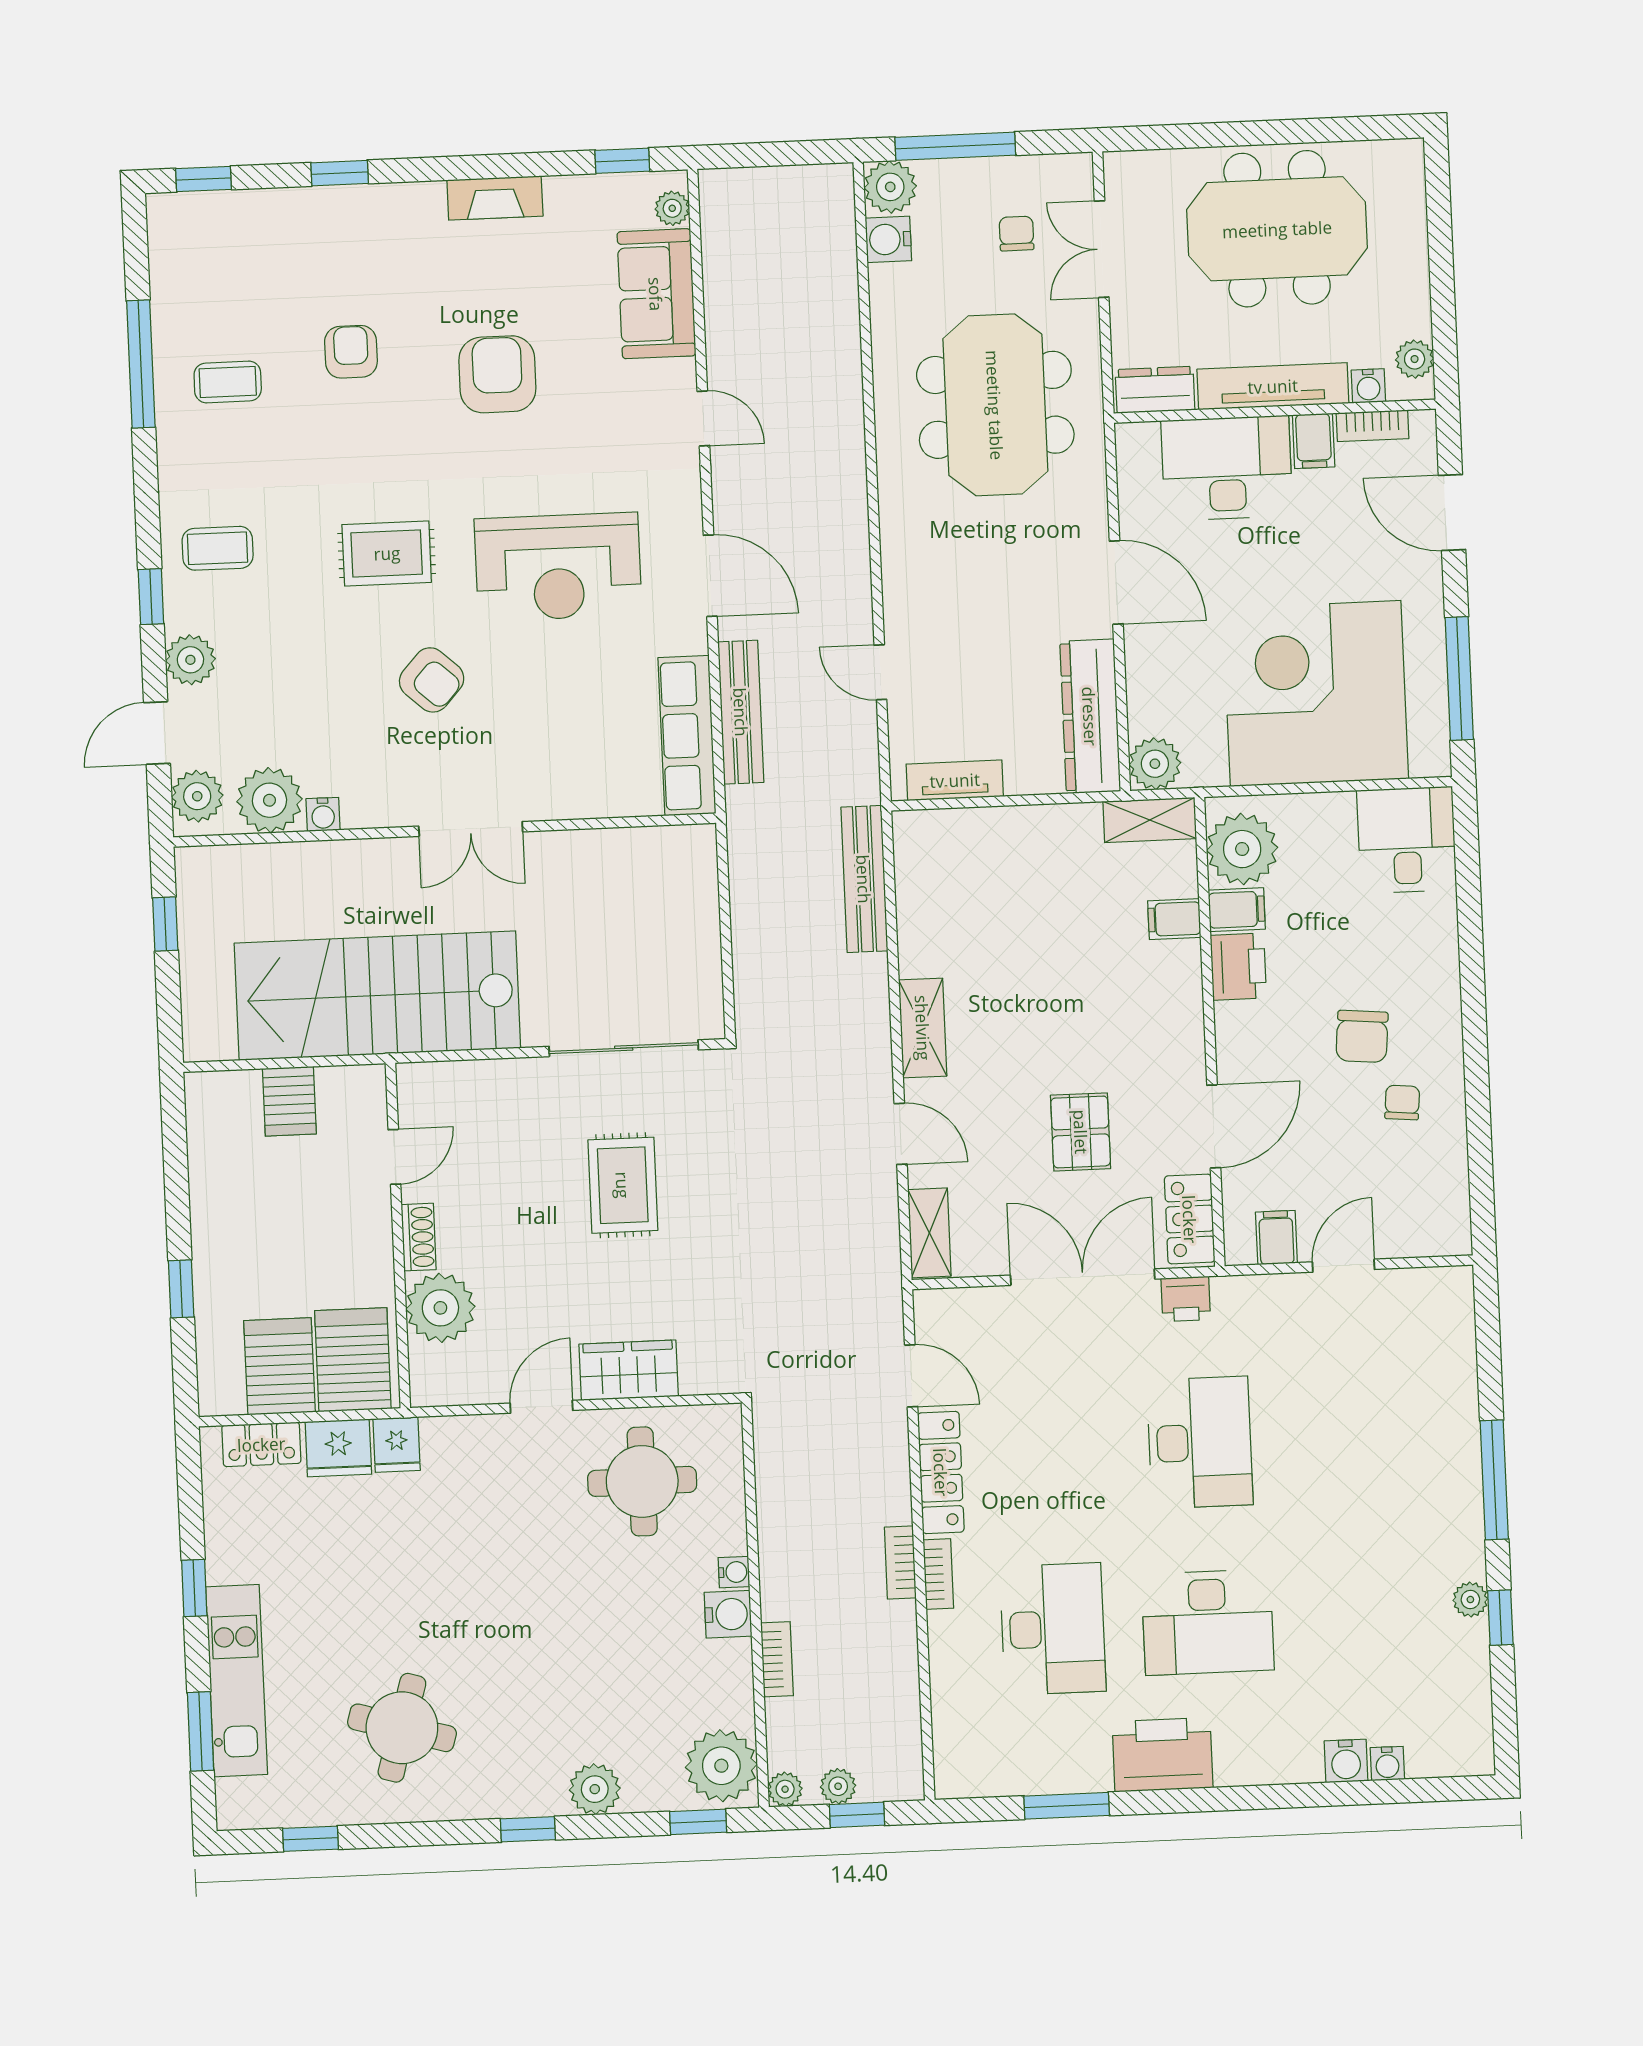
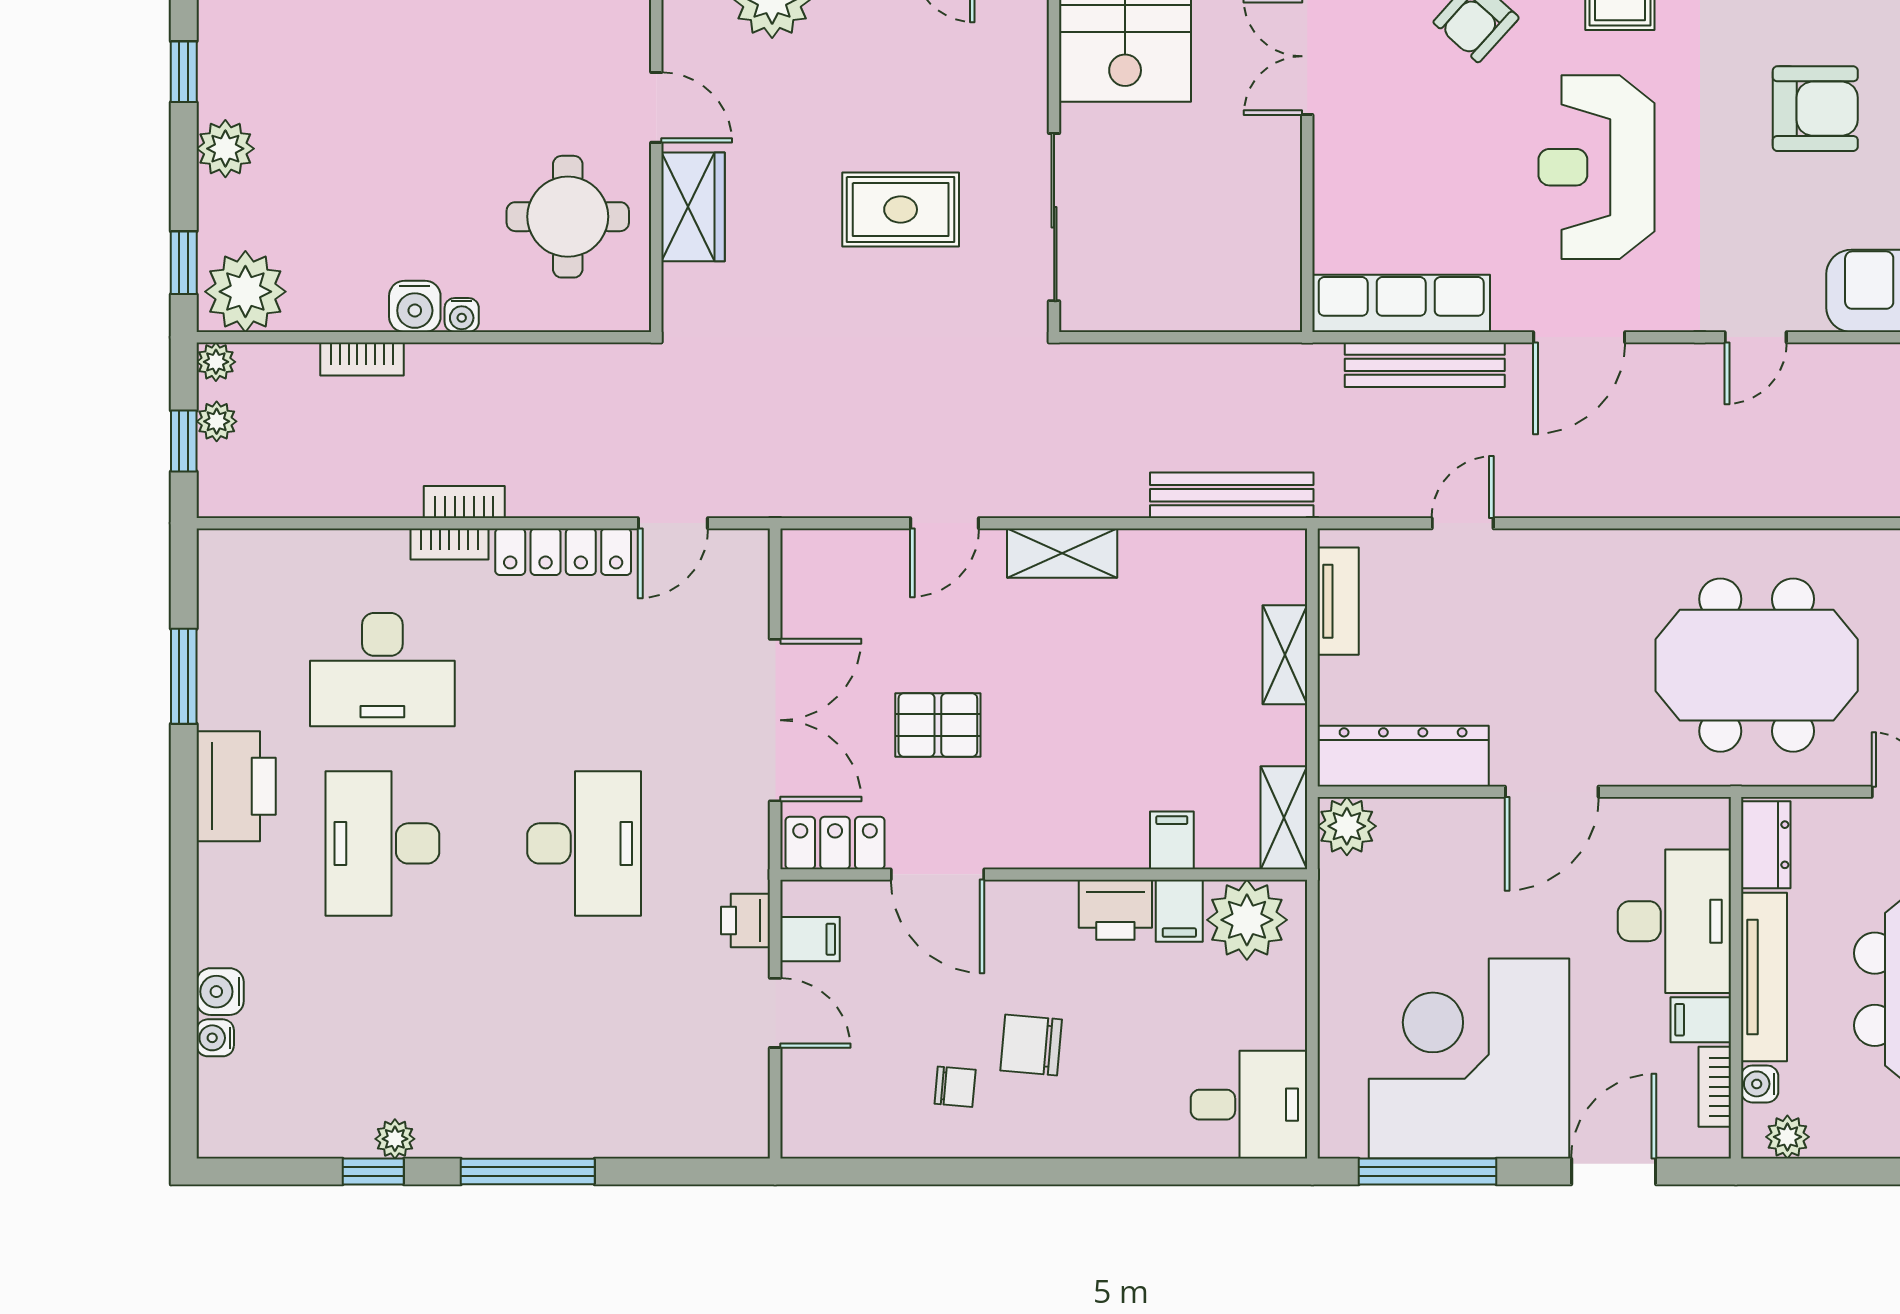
corner desk: (1316, 693) -> (1469, 1058), moved, turned -90
shelving: (929, 1233) -> (1285, 655), moved, turned 90
printer: (1186, 1299) -> (746, 921), moved
desk: (1200, 1442) -> (584, 843), turned -90

